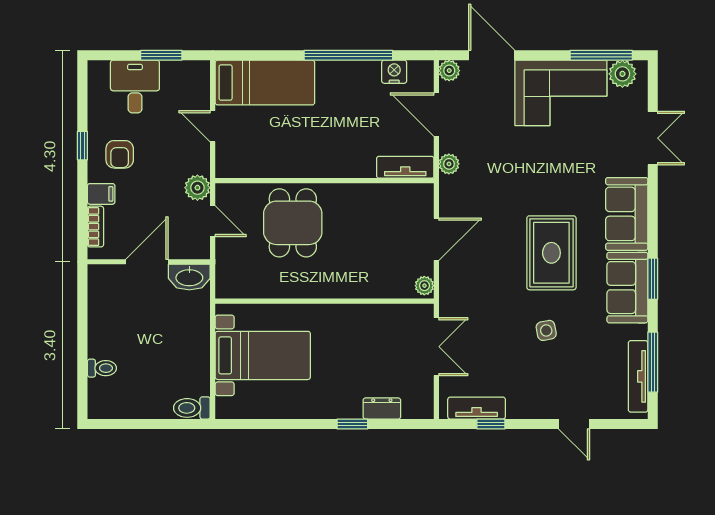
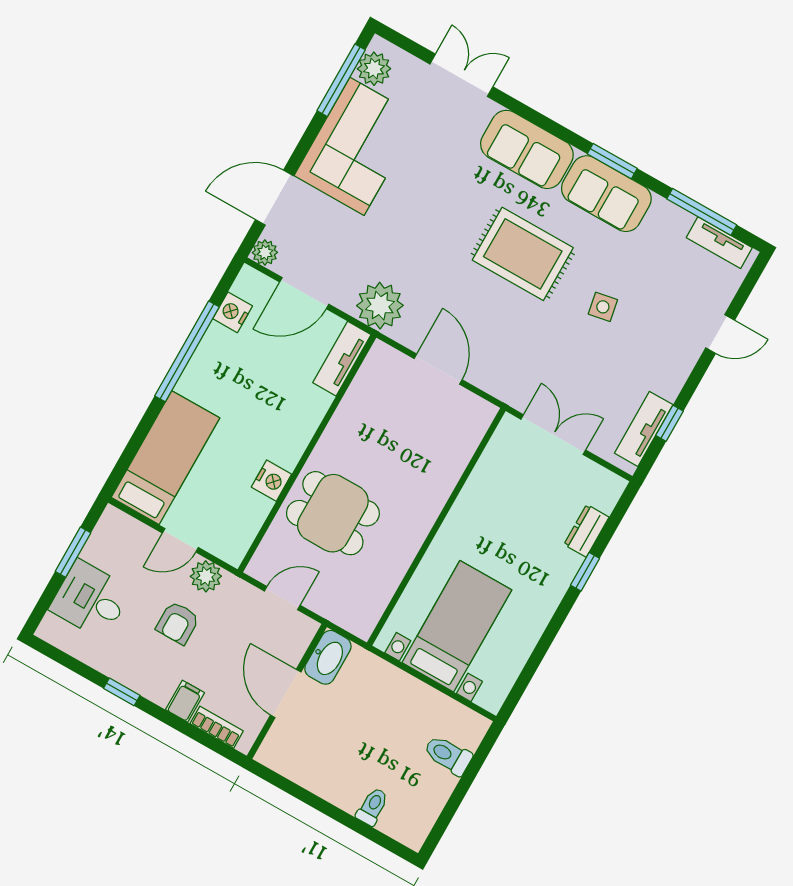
armchair: (120, 154) -> (178, 623), moved, turned 90
plant: (449, 164) -> (380, 306), width x1.87, depth x1.87
nightstand: (291, 166) -> (271, 481), added
plant: (197, 188) -> (206, 576), moved
plant: (424, 286) -> (481, 410), removed
tv unit: (638, 376) -> (719, 243), width x0.71
toilet: (192, 408) -> (448, 755), moved, turned 90

